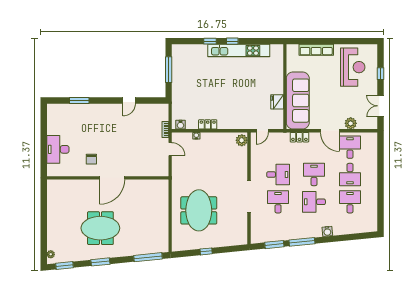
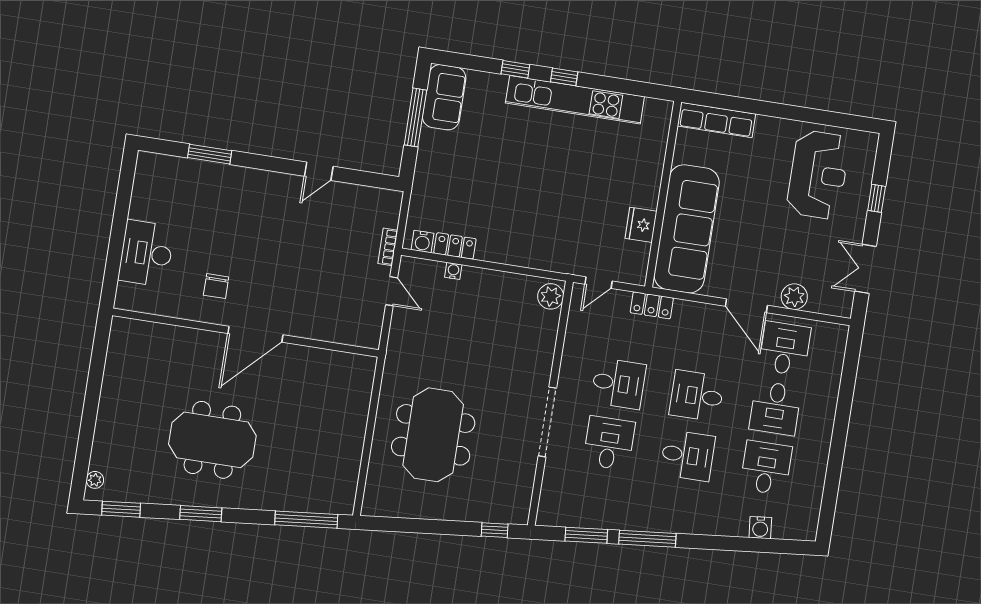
row of seats: (316, 50) -> (716, 120), moved
sofa: (180, 59) -> (444, 97), added
locker: (208, 124) -> (455, 246), moved
locker: (299, 137) -> (652, 305), moved
desk: (314, 175) -> (697, 396), turned -90
desk: (314, 202) -> (688, 455), turned 180
water cooler: (327, 231) -> (760, 528), moved
window: (206, 251) -> (495, 530), moved

